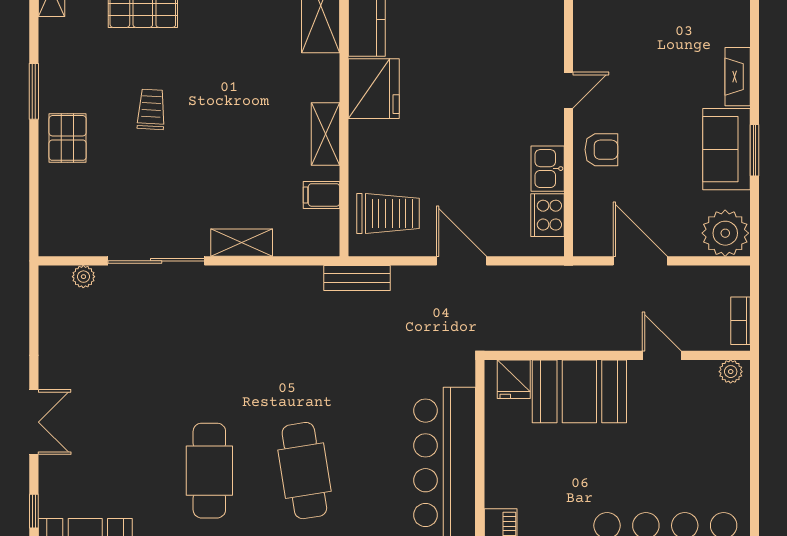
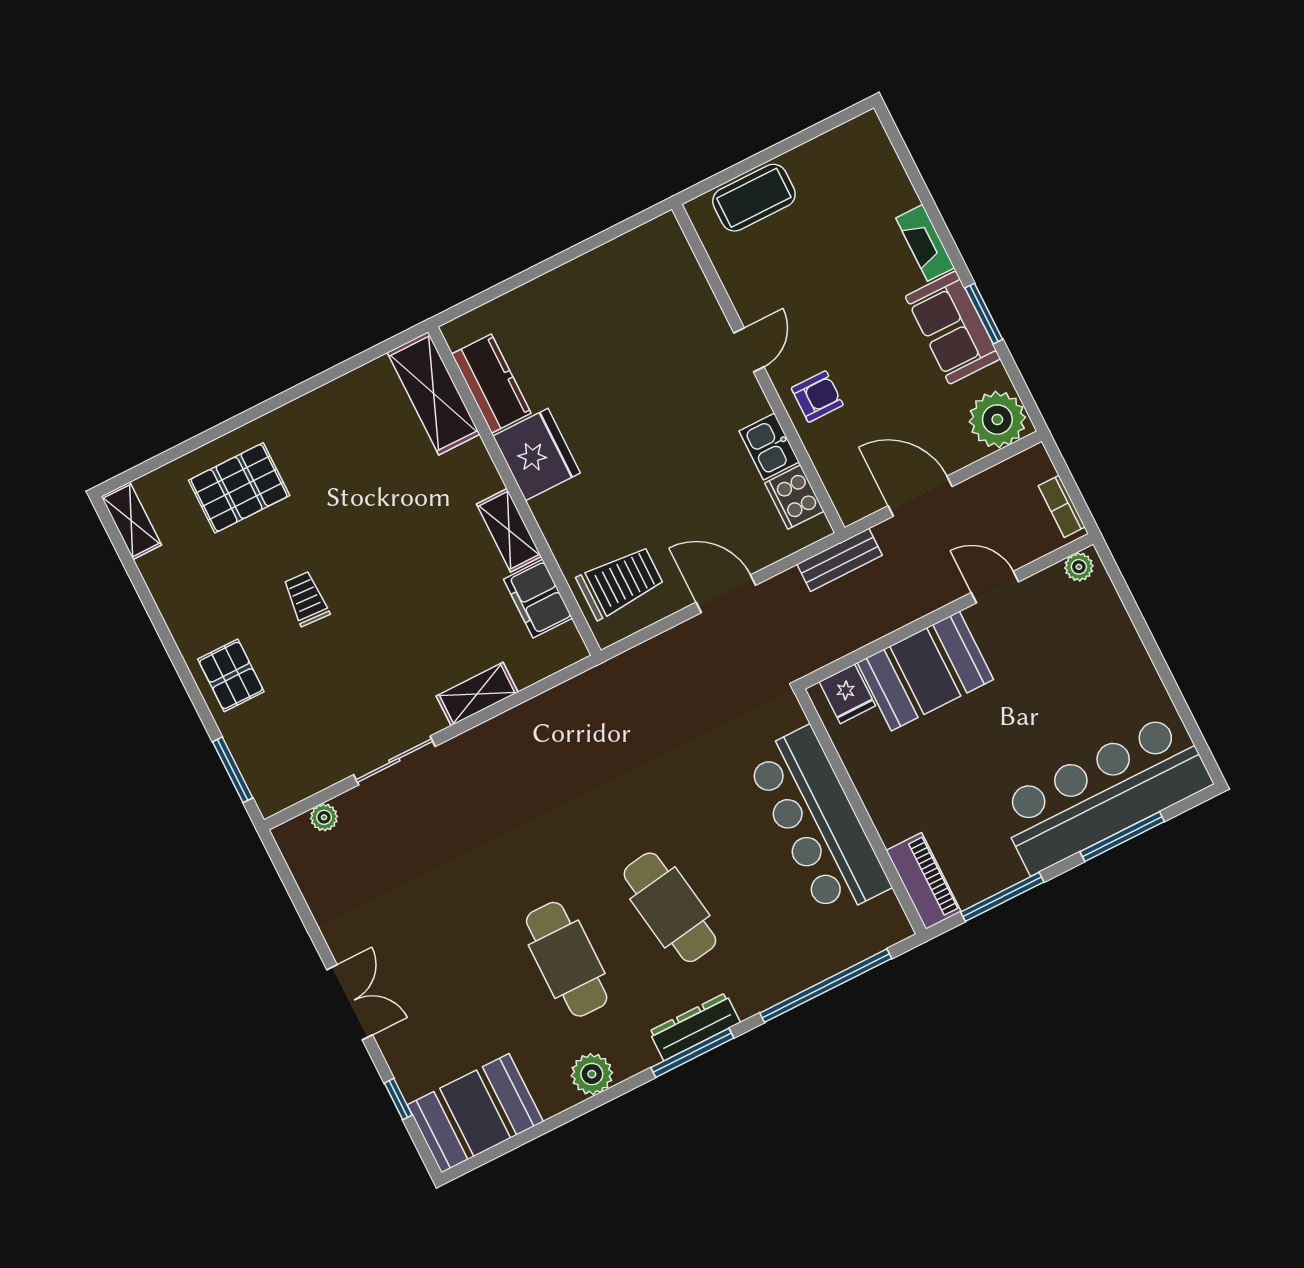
window: (34, 91) -> (233, 770), moved
filing cabinet: (321, 195) -> (538, 599), width x2.00
sliding door: (156, 261) -> (394, 761), width x0.73
bench: (357, 278) -> (840, 560), moved

